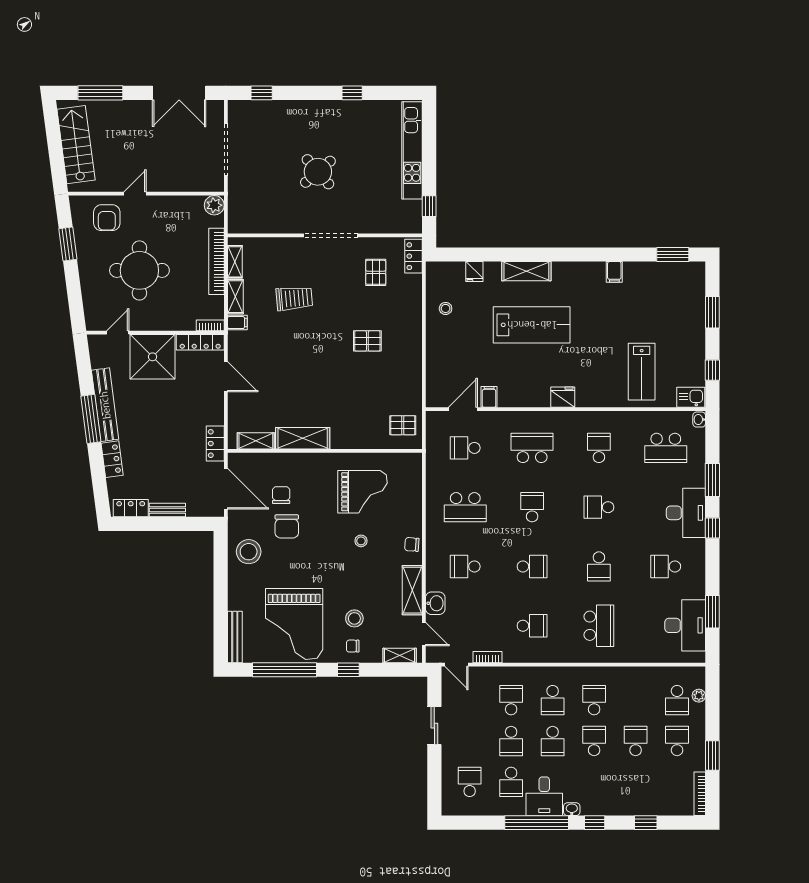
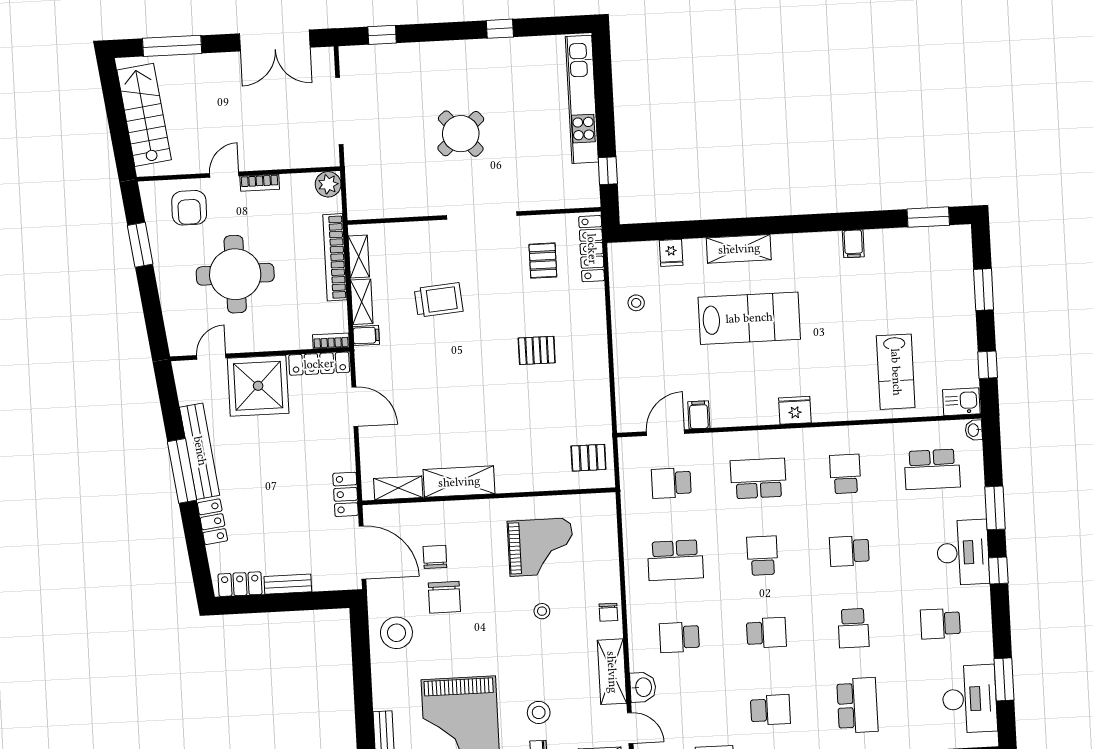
bookcase: (162, 201) -> (260, 183), added
locker: (414, 256) -> (592, 249), width x1.53
chair: (412, 544) -> (608, 612), turned -94

